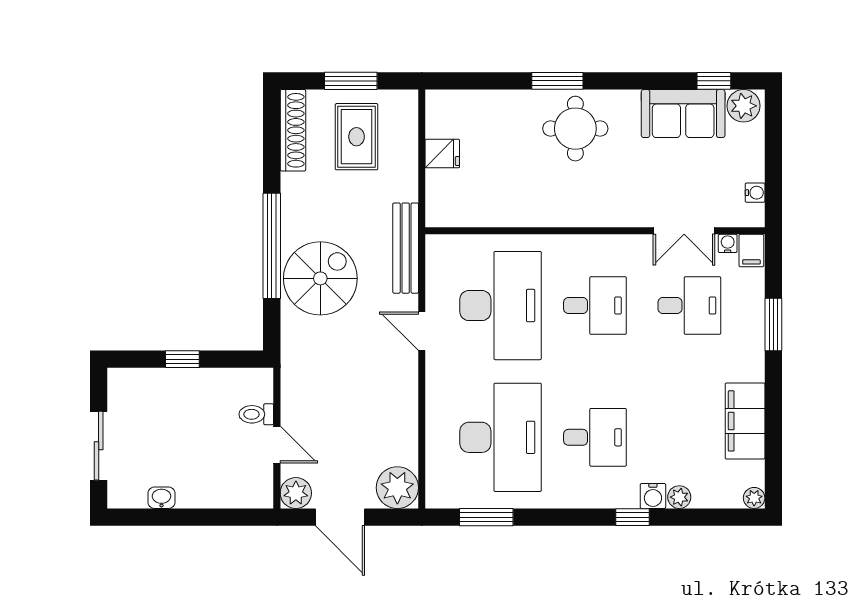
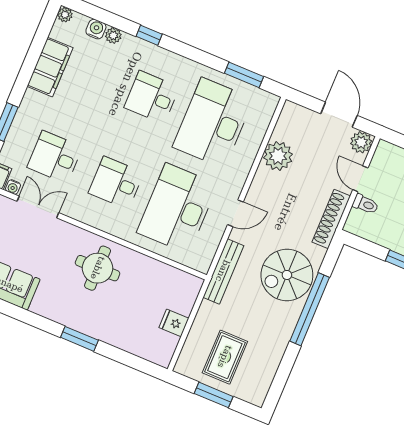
round table: (575, 129) -> (98, 268), moved
shoe rack: (293, 130) -> (331, 219), moved
door: (422, 331) -> (235, 213), hinge flipped
plant: (397, 488) -> (278, 156), moved
water cooler: (653, 496) -> (96, 29), moved

